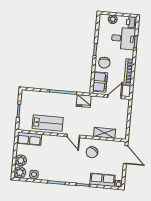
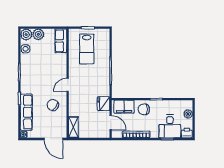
fridge: (84, 101) -> (104, 104), moved
lab bench: (48, 123) -> (87, 49), moved
shelving: (105, 133) -> (73, 127), moved
door: (126, 155) -> (53, 139), hinge flipped
row of seats: (103, 180) -> (26, 112), width x1.48

